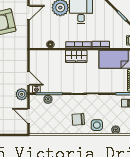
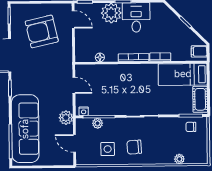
door: (29, 13) -> (73, 19), hinge flipped
wardrobe: (76, 56) -> (131, 71), removed
door: (29, 78) -> (74, 85), moved
side table: (97, 125) -> (108, 149), moved

